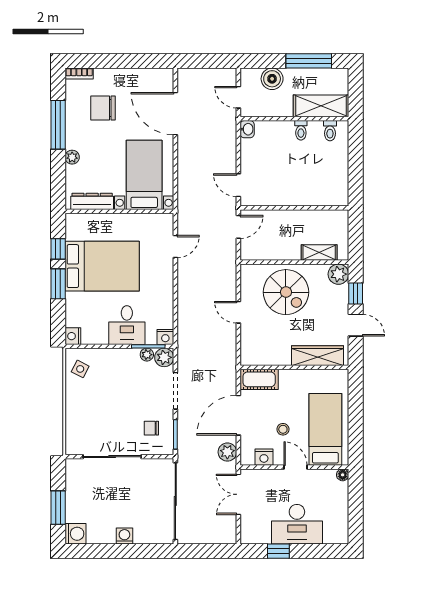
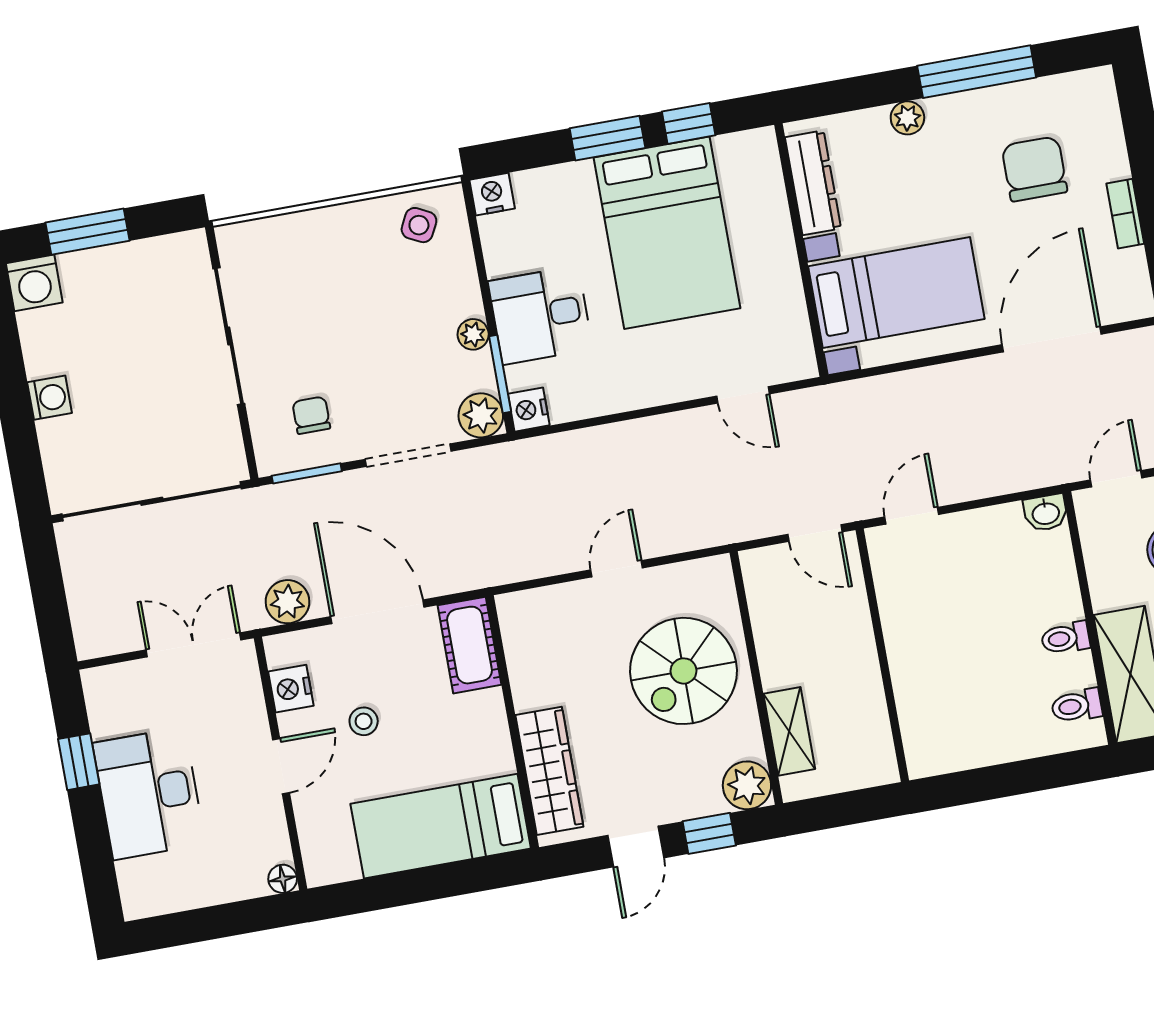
bookcase: (79, 74) -> (1125, 214), moved
plant: (147, 355) -> (473, 334), moved
bed: (325, 429) -> (441, 826), moved, turned 180

